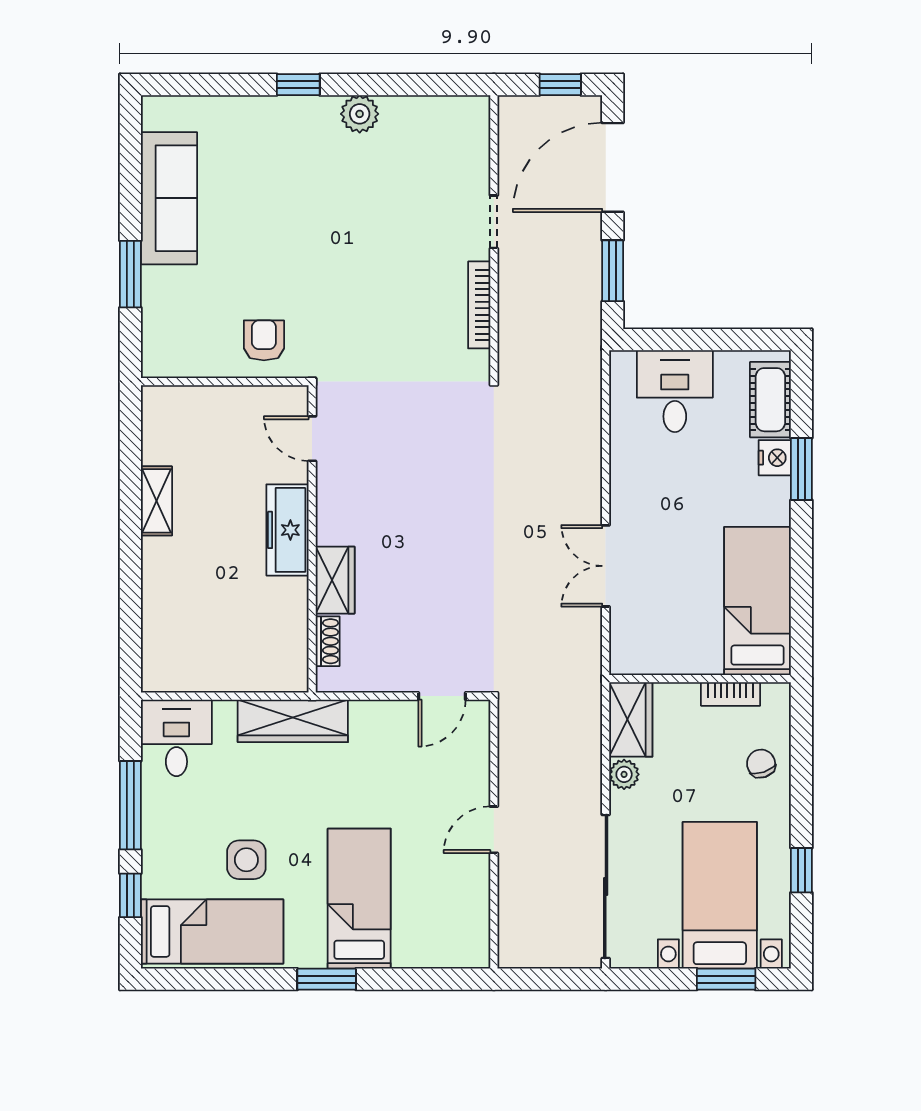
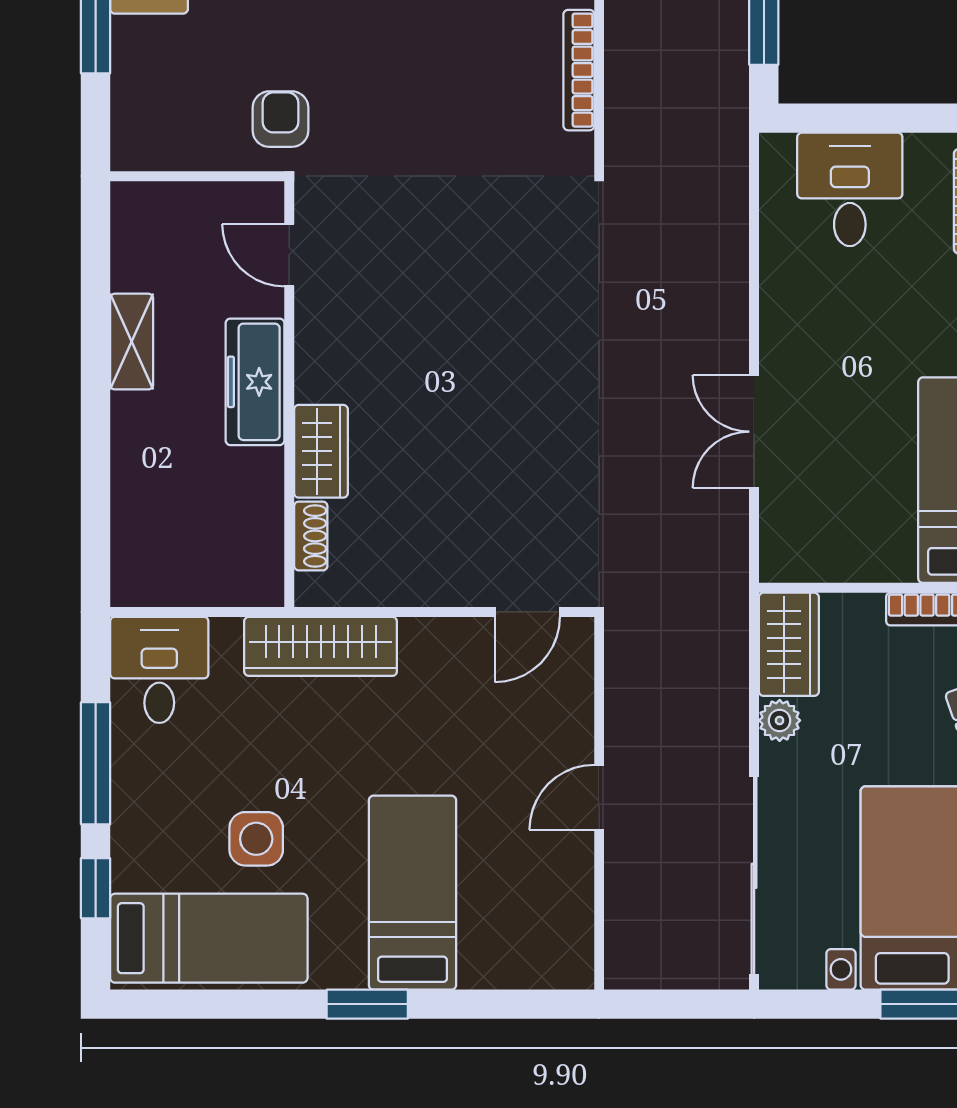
door: (312, 439) -> (289, 255), moved
freezer: (287, 530) -> (255, 382), moved
wall: (312, 539) -> (289, 394), moved
wardrobe: (335, 580) -> (321, 451), moved
shoe rack: (328, 641) -> (311, 536), moved

